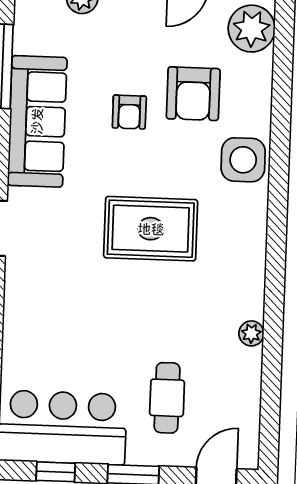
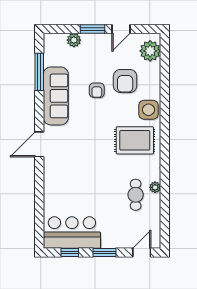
rug: (151, 229) -> (135, 140), moved
cafe table: (167, 398) -> (136, 195), moved

